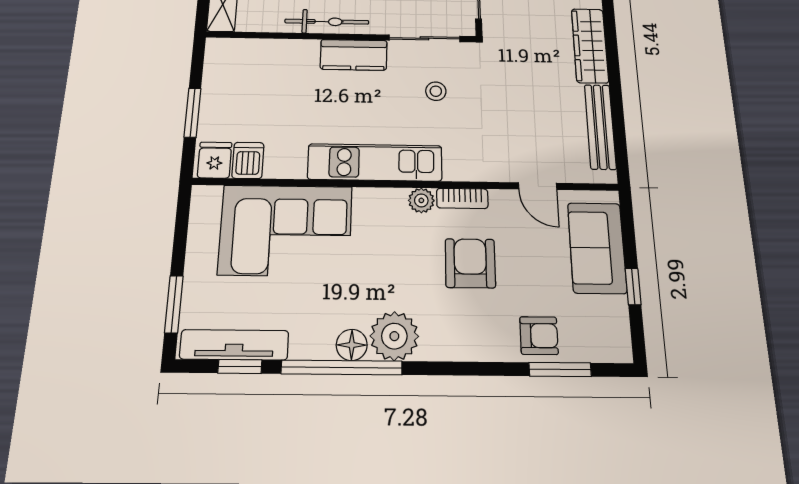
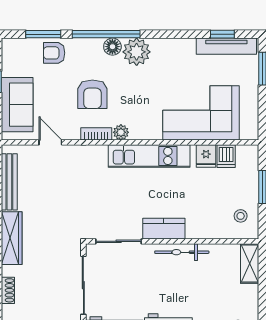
stool: (436, 91) -> (241, 216), moved
fridge: (215, 160) -> (206, 156), moved
floor lamp: (352, 345) -> (112, 47), moved
window: (342, 367) -> (106, 34), moved

